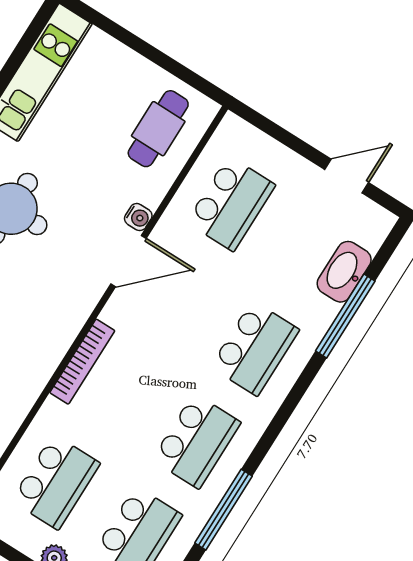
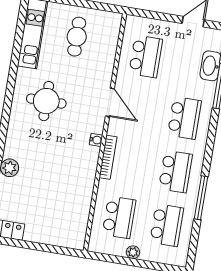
cafe table: (158, 129) -> (77, 37), moved
water cooler: (138, 217) -> (96, 140), moved
door: (128, 261) -> (110, 102), hinge flipped

